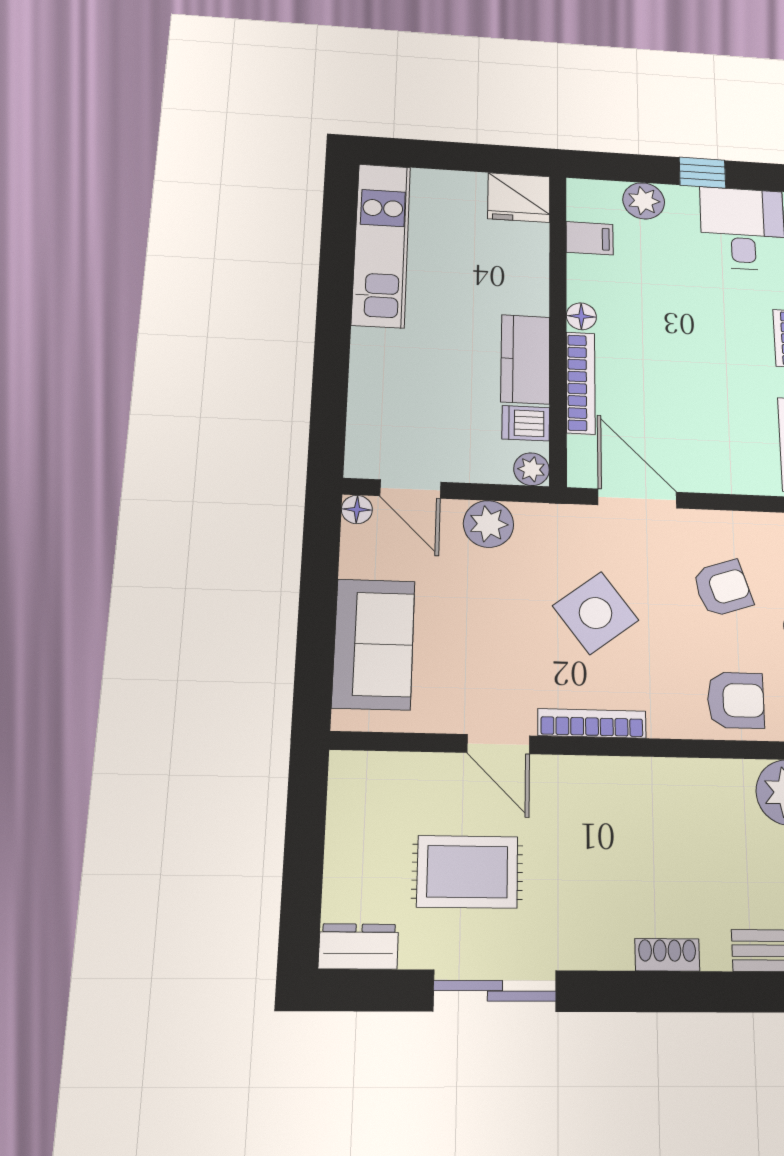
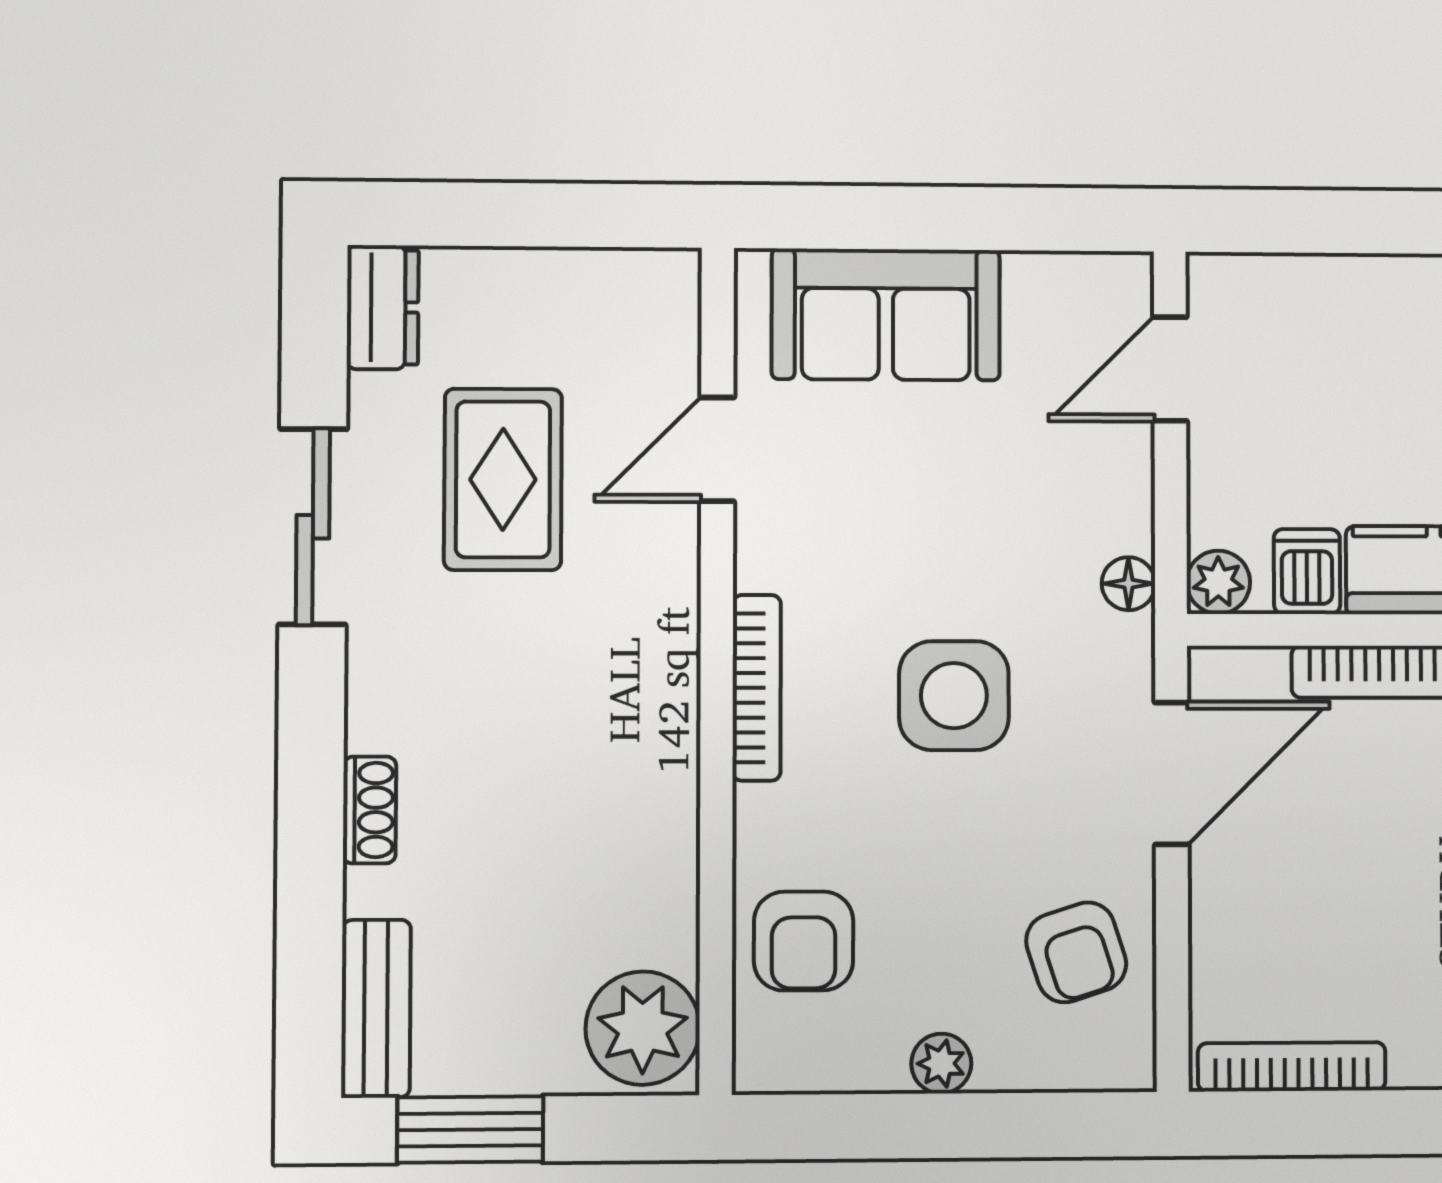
floor lamp: (357, 509) -> (1128, 584), moved
plant: (488, 524) -> (1111, 507), removed
armchair: (723, 588) -> (1076, 952), moved
side table: (596, 613) -> (954, 696), turned 37
door: (498, 744) -> (717, 449), moved

